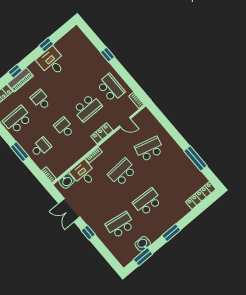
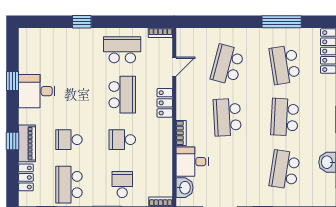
school desk: (175, 179) -> (285, 65), added

